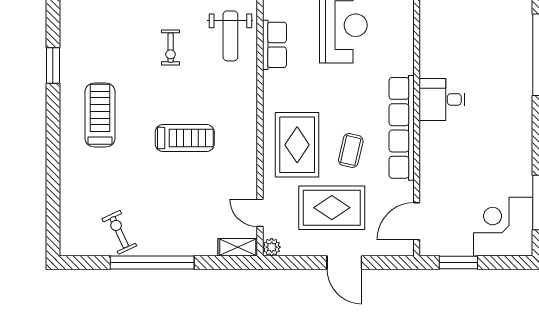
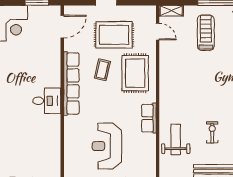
row of seats: (274, 45) -> (149, 118), moved
treadmill: (185, 138) -> (206, 33), moved, turned 90
plant: (272, 247) -> (151, 11), removed

